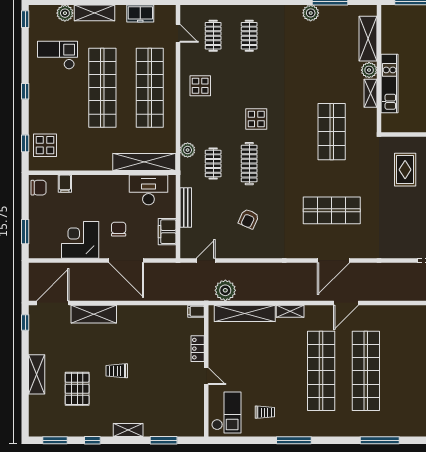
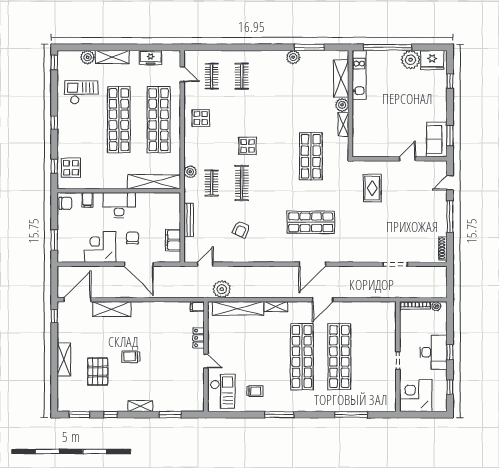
kitchen unit: (390, 83) -> (359, 75), moved
desk: (148, 190) -> (119, 205), moved

